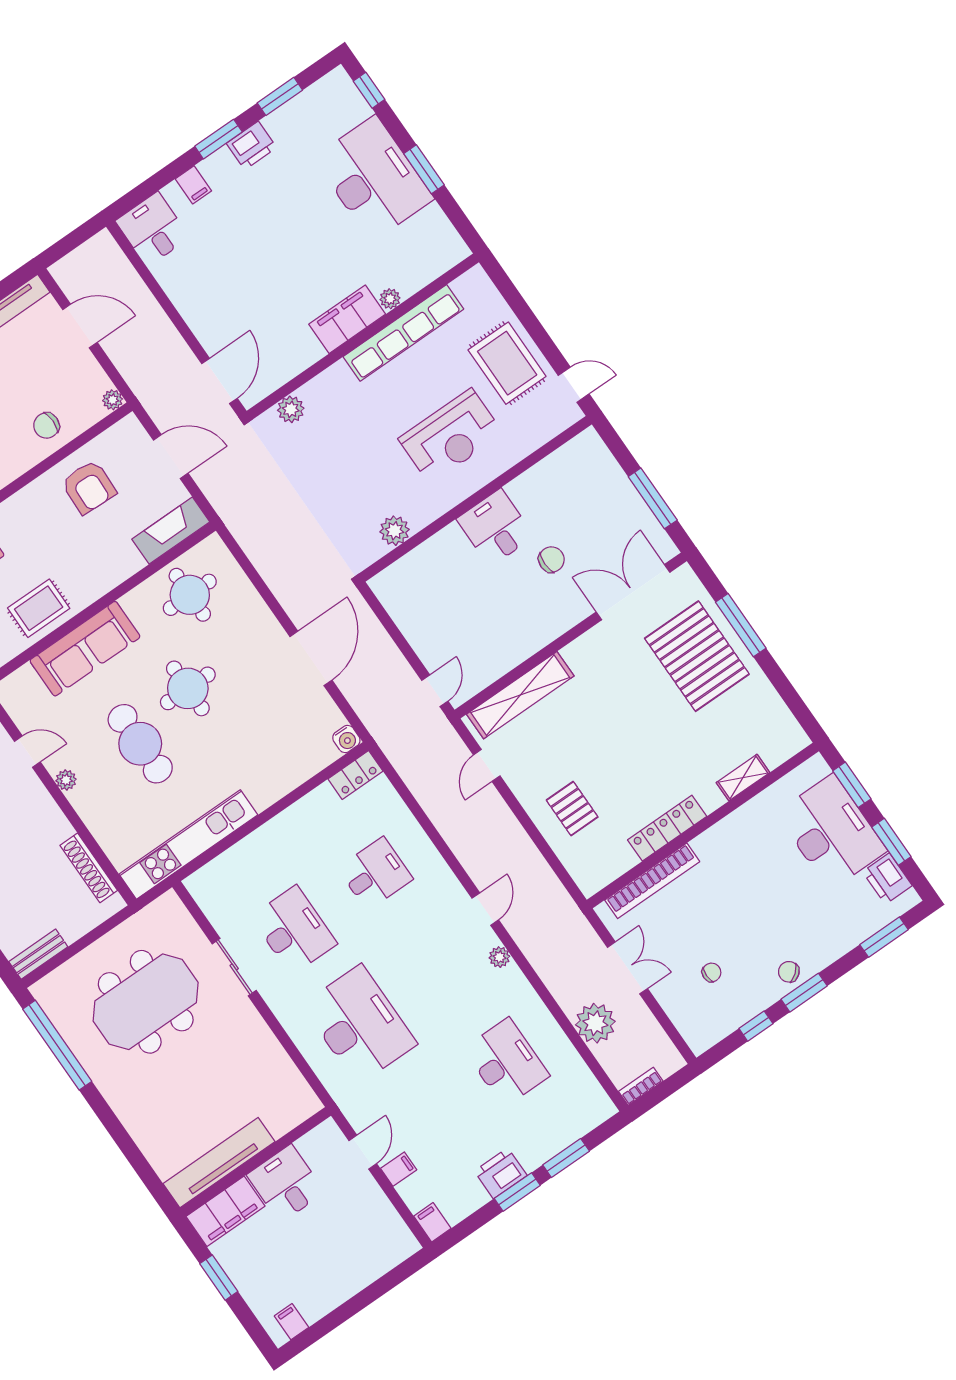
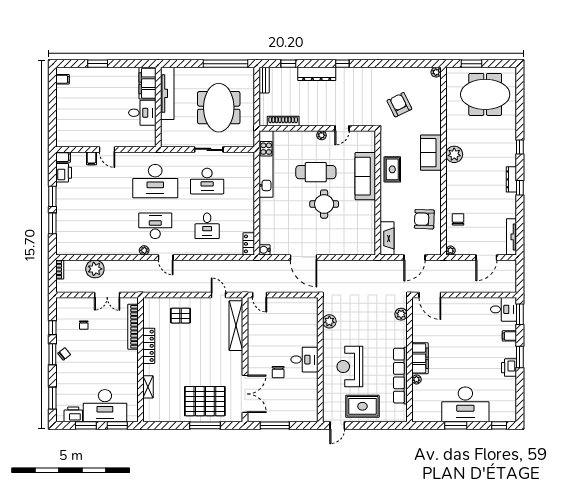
window: (280, 96) -> (520, 314), moved
round table: (190, 595) -> (358, 229), removed
desk: (506, 1062) -> (155, 226), moved, turned 180
wall: (255, 1162) -> (158, 107), moved
tv unit: (219, 1163) -> (167, 93), moved
printer: (501, 1173) -> (64, 173), moved
desk: (286, 1184) -> (142, 113), moved
filing cabinet: (225, 1211) -> (147, 83), moved

